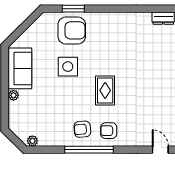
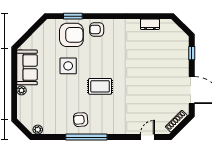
rug: (105, 90) -> (100, 86), turned 90
armchair: (109, 131) -> (97, 30), moved
door: (160, 150) -> (147, 137), hinge flipped

